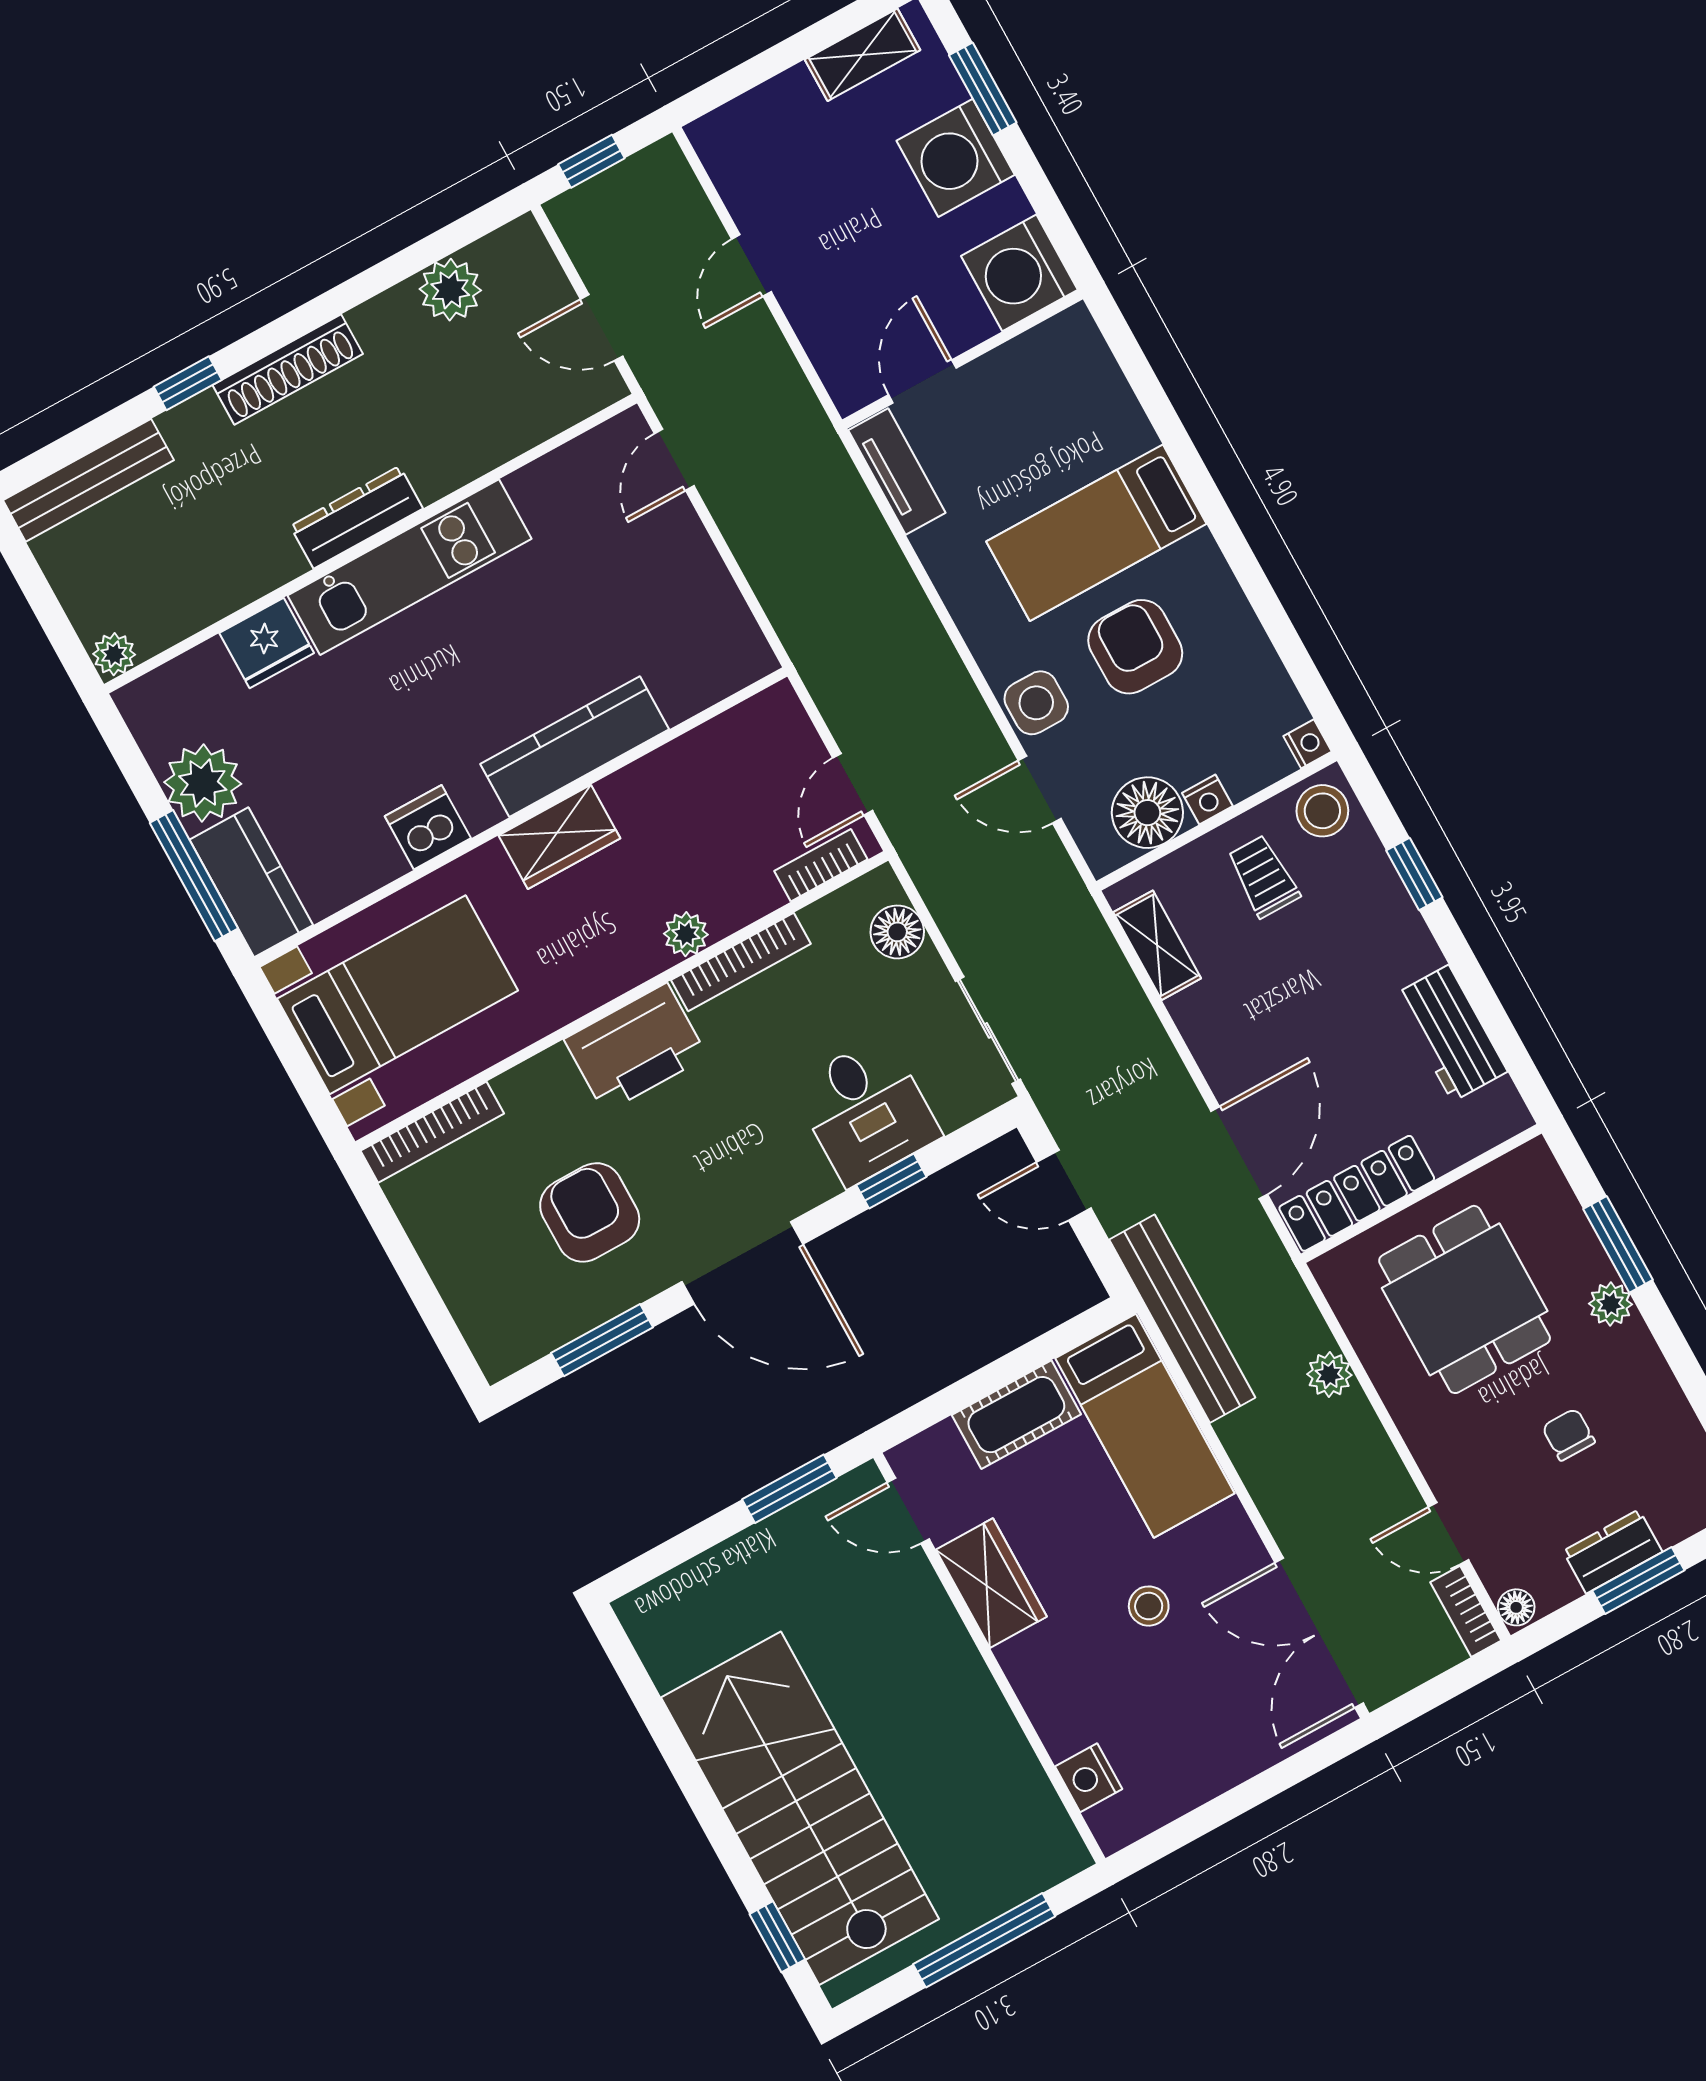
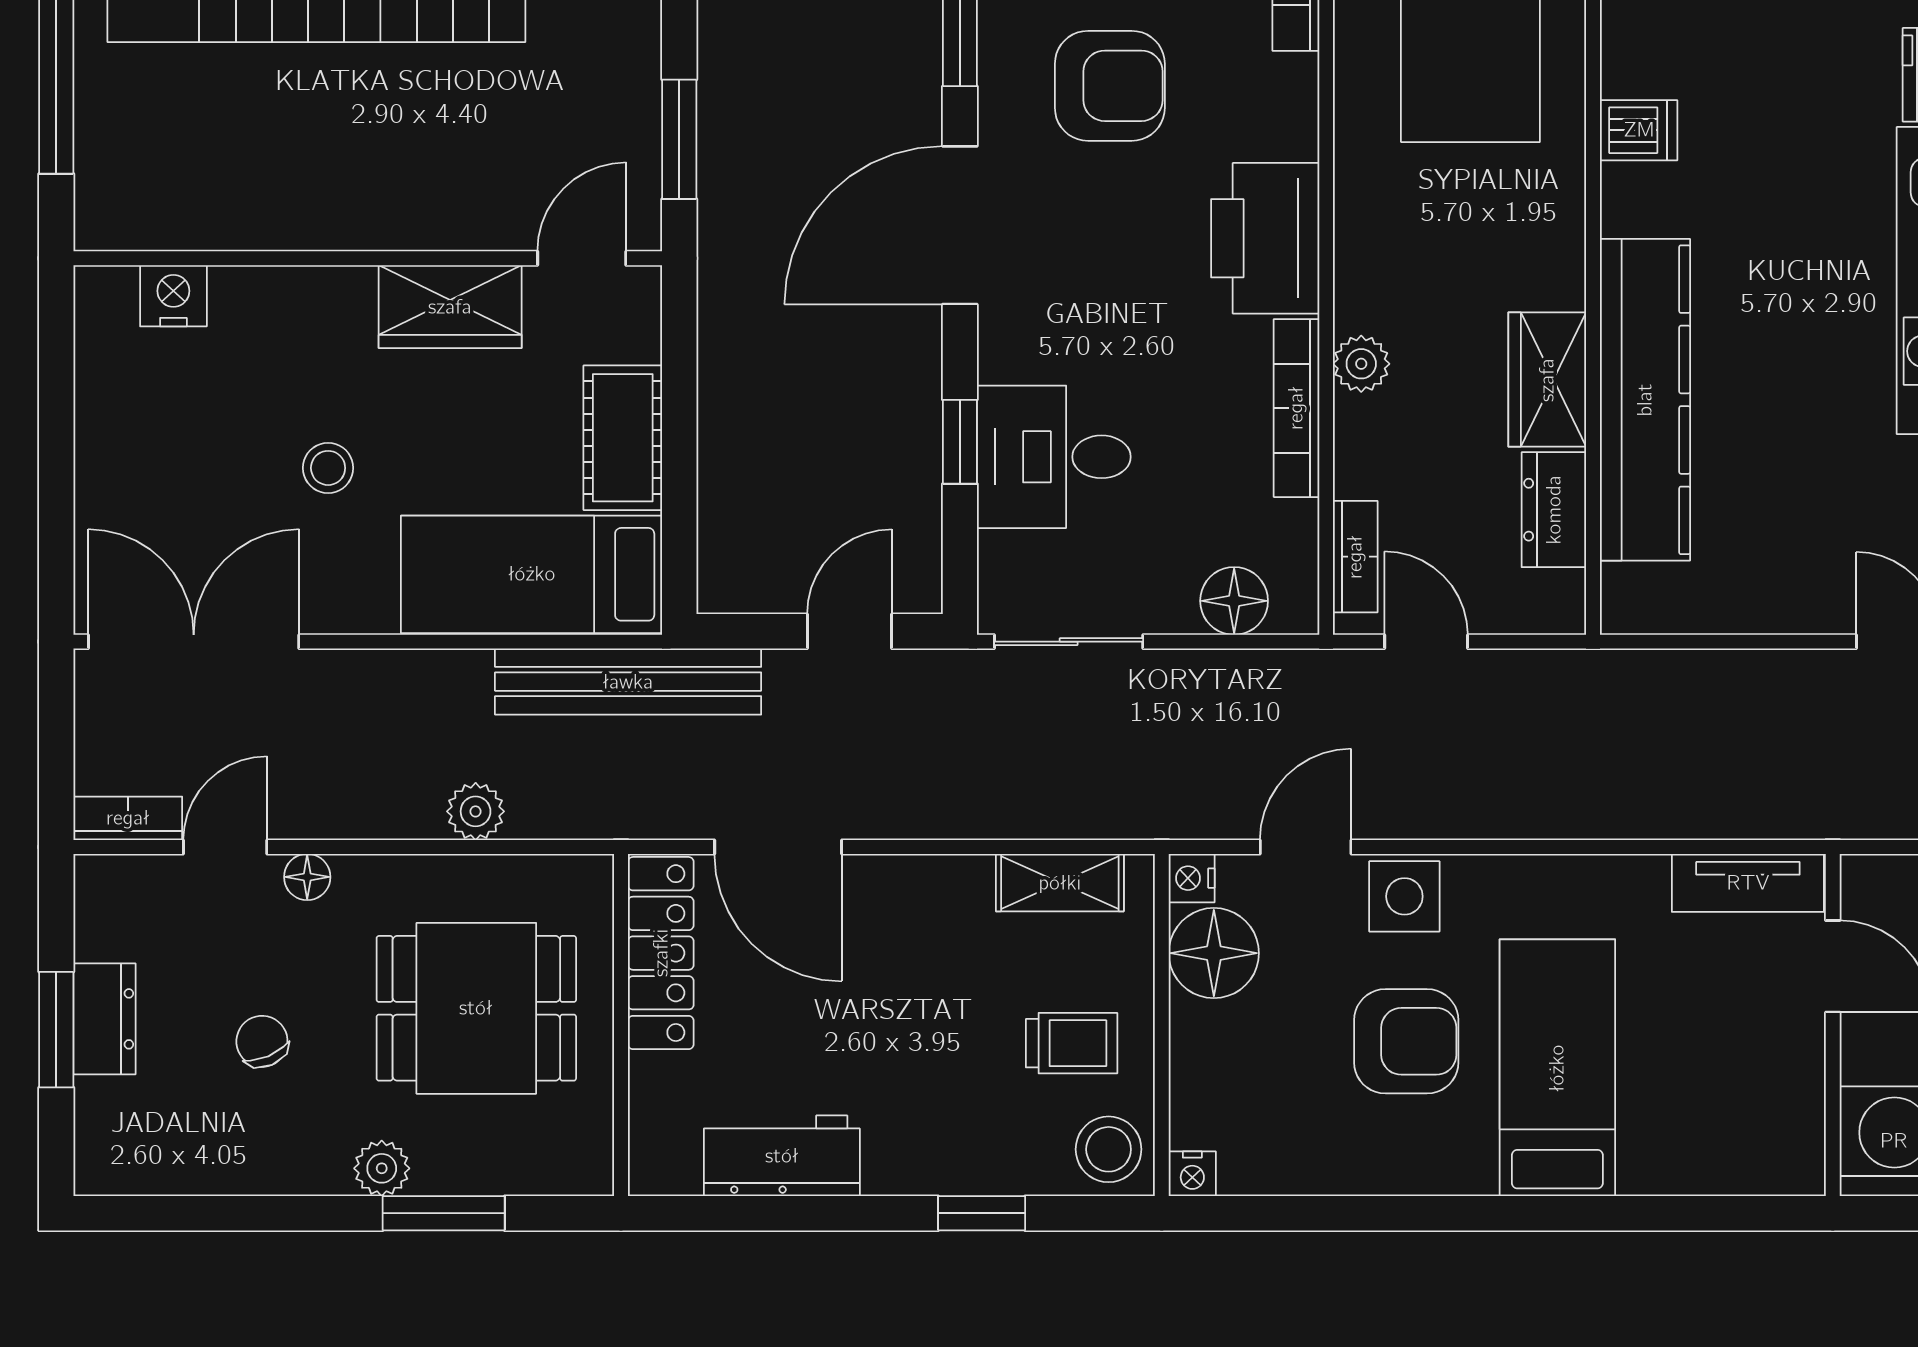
dresser: (713, 746) -> (1554, 510), added
kitchen counter: (575, 747) -> (1645, 400), width x1.39, depth x1.17
nightstand: (1207, 799) -> (1192, 878), moved
dishwasher: (428, 827) -> (1639, 130), width x0.73
wardrobe: (559, 837) -> (1547, 380), moved
chair: (1568, 1435) -> (262, 1041), turned -113
floor lamp: (1516, 1607) -> (307, 877), moved

